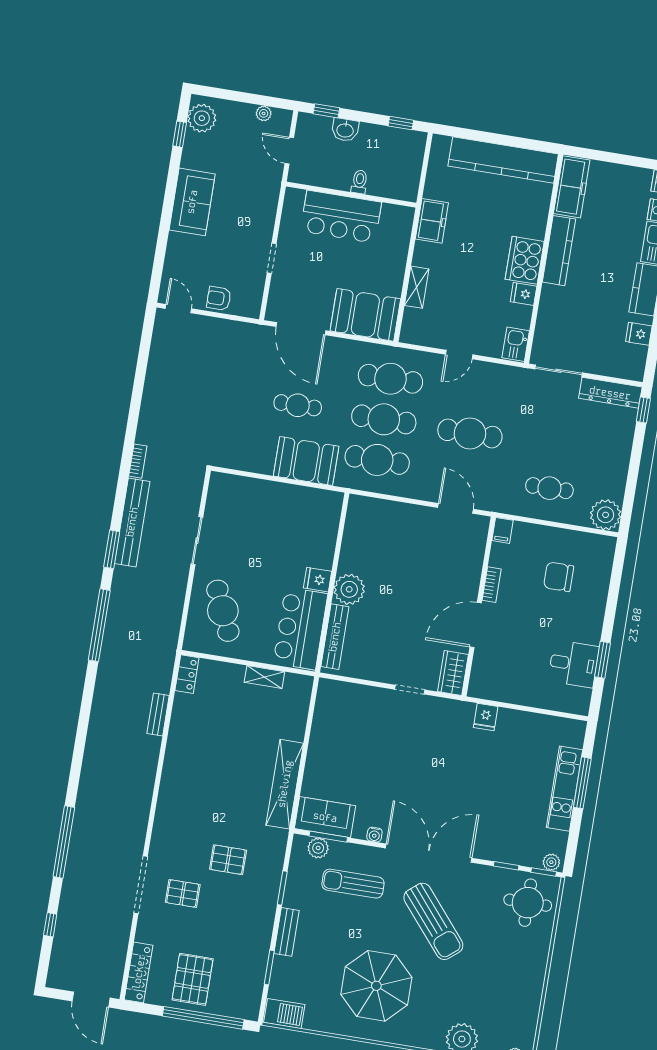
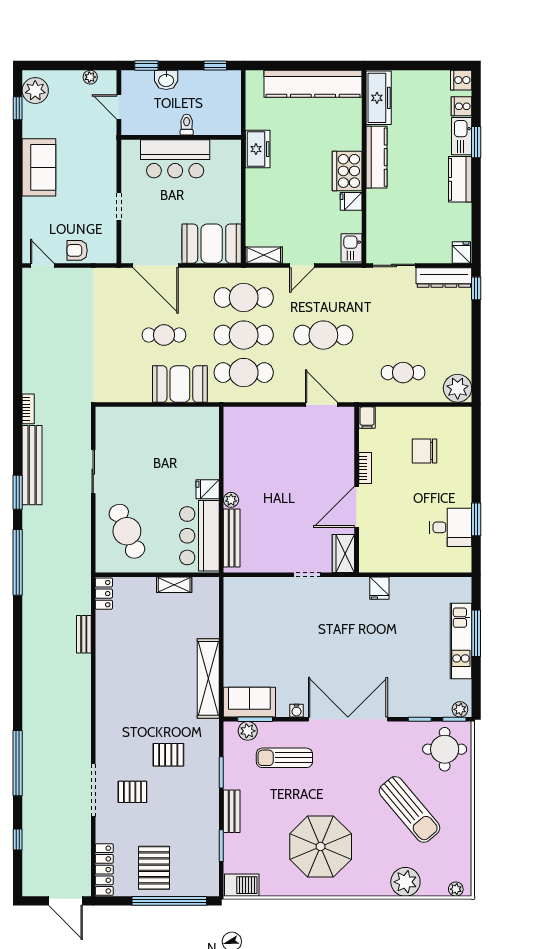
shelving: (417, 287) -> (264, 255), moved, turned 90
fridge: (639, 334) -> (461, 253), moved, turned 90
plant: (349, 589) -> (231, 500), width x0.53, depth x0.53
sun lounger: (433, 921) -> (410, 809), moved

